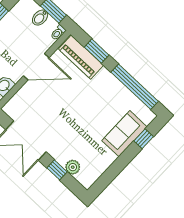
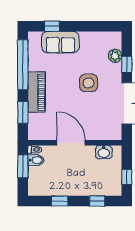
bidet: (40, 18) -> (36, 160), moved
piano: (81, 57) -> (37, 92), moved
side table: (71, 126) -> (88, 83), added

